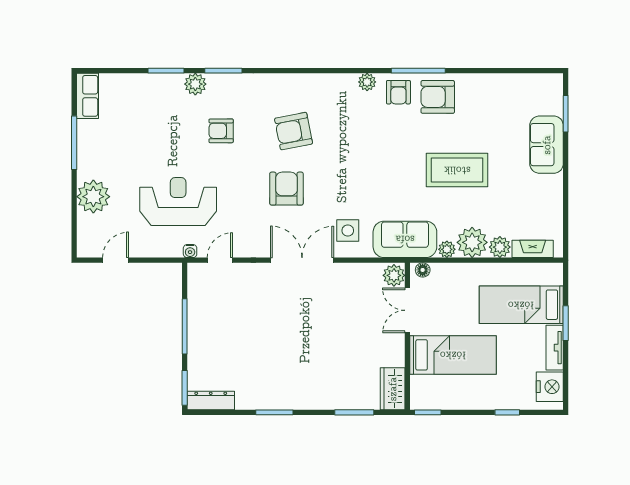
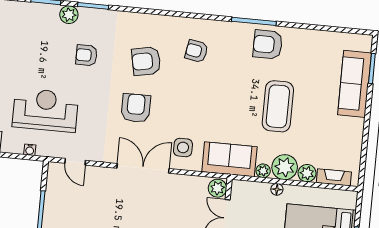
plant: (367, 82) -> (211, 27), removed
armchair: (398, 92) -> (196, 51), moved, turned 100
sofa: (547, 145) -> (354, 84), width x1.36
coffee table: (457, 170) -> (278, 106), turned 90
water cooler: (190, 251) -> (30, 150), moved
door: (220, 260) -> (75, 162), swing flipped
floor lamp: (423, 270) -> (277, 189), moved

